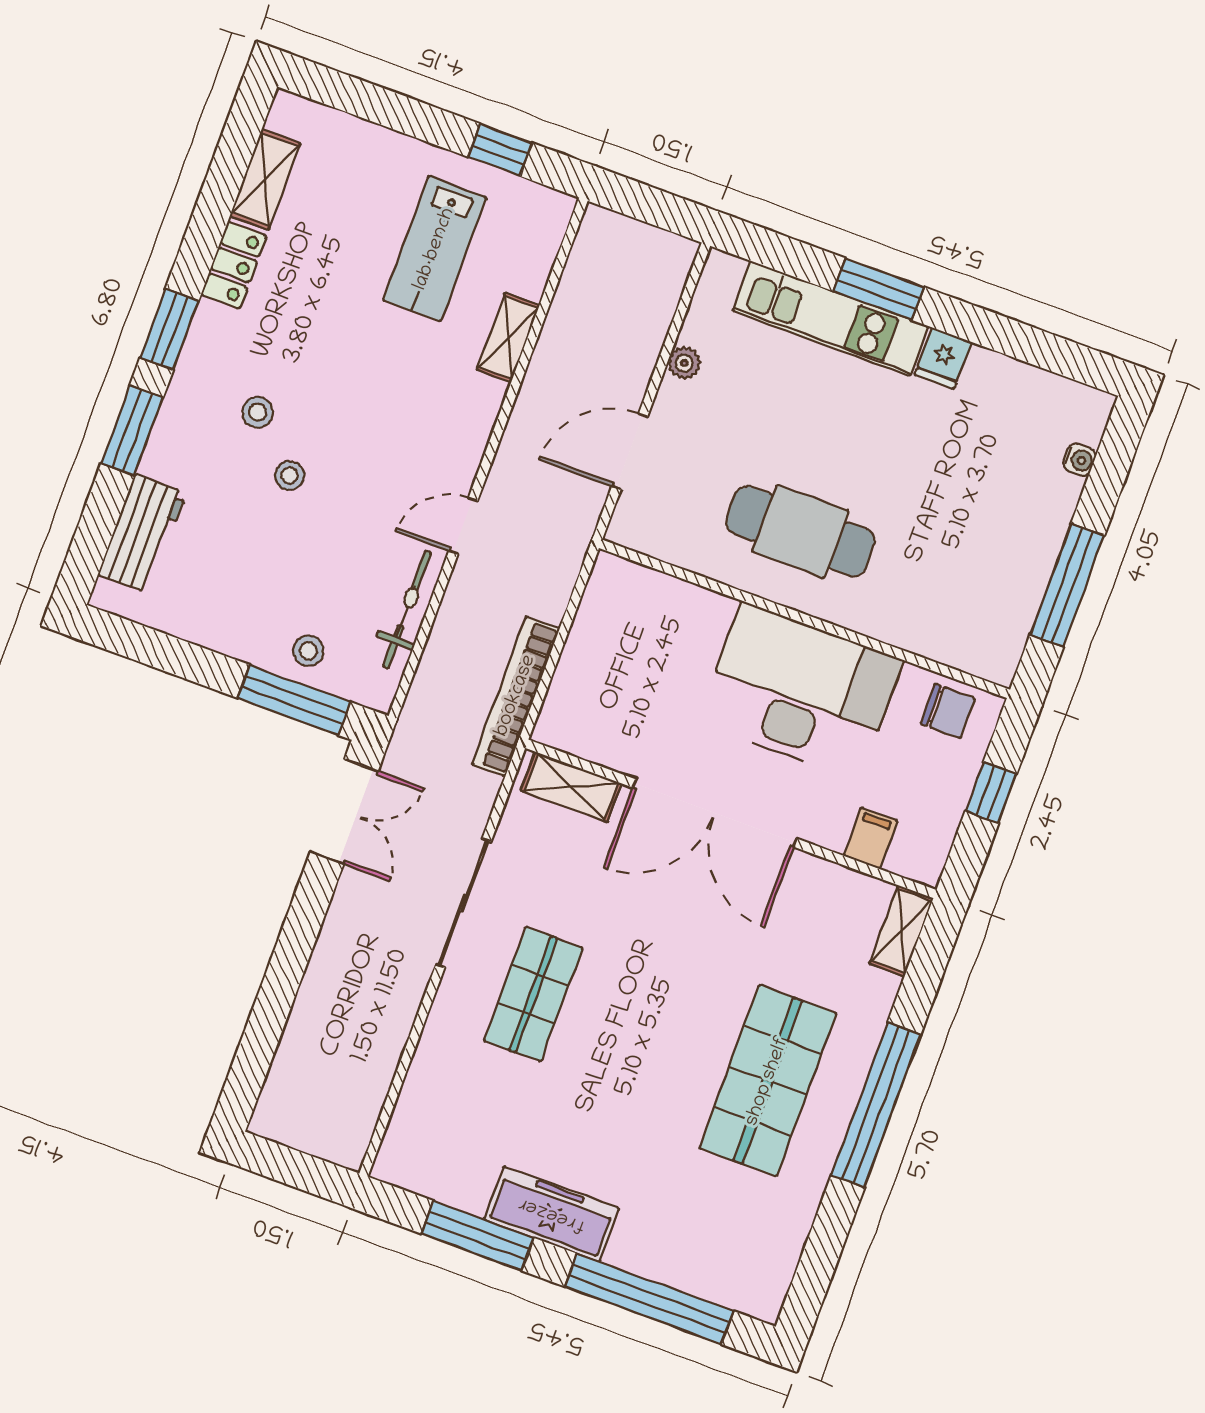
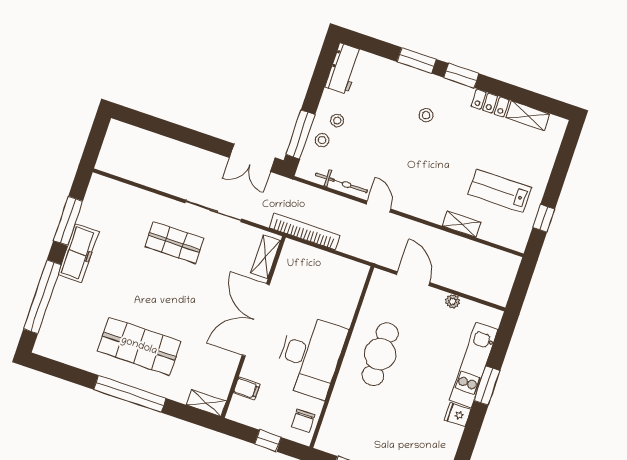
stool: (290, 475) -> (337, 120), moved
workbench: (142, 534) -> (344, 69), moved, turned -90

